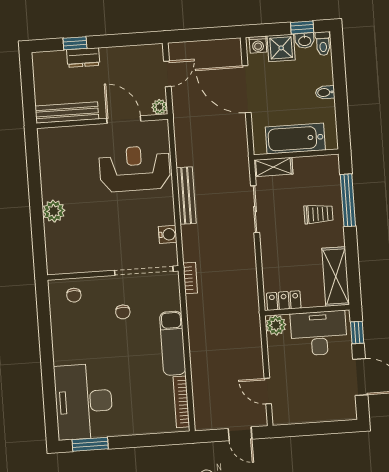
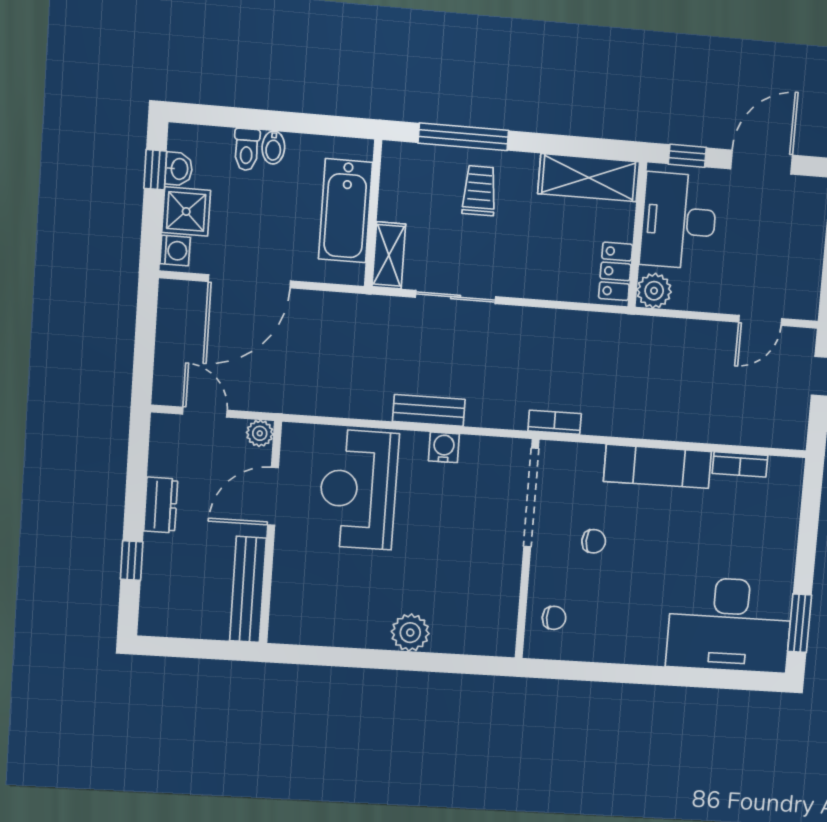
toilet: (323, 44) -> (247, 149), moved, turned 90
dresser: (83, 58) -> (161, 505), moved
bench: (186, 196) -> (429, 410), width x0.73
water cooler: (168, 234) -> (444, 447), moved
bookcase: (181, 402) -> (740, 464), width x0.64

